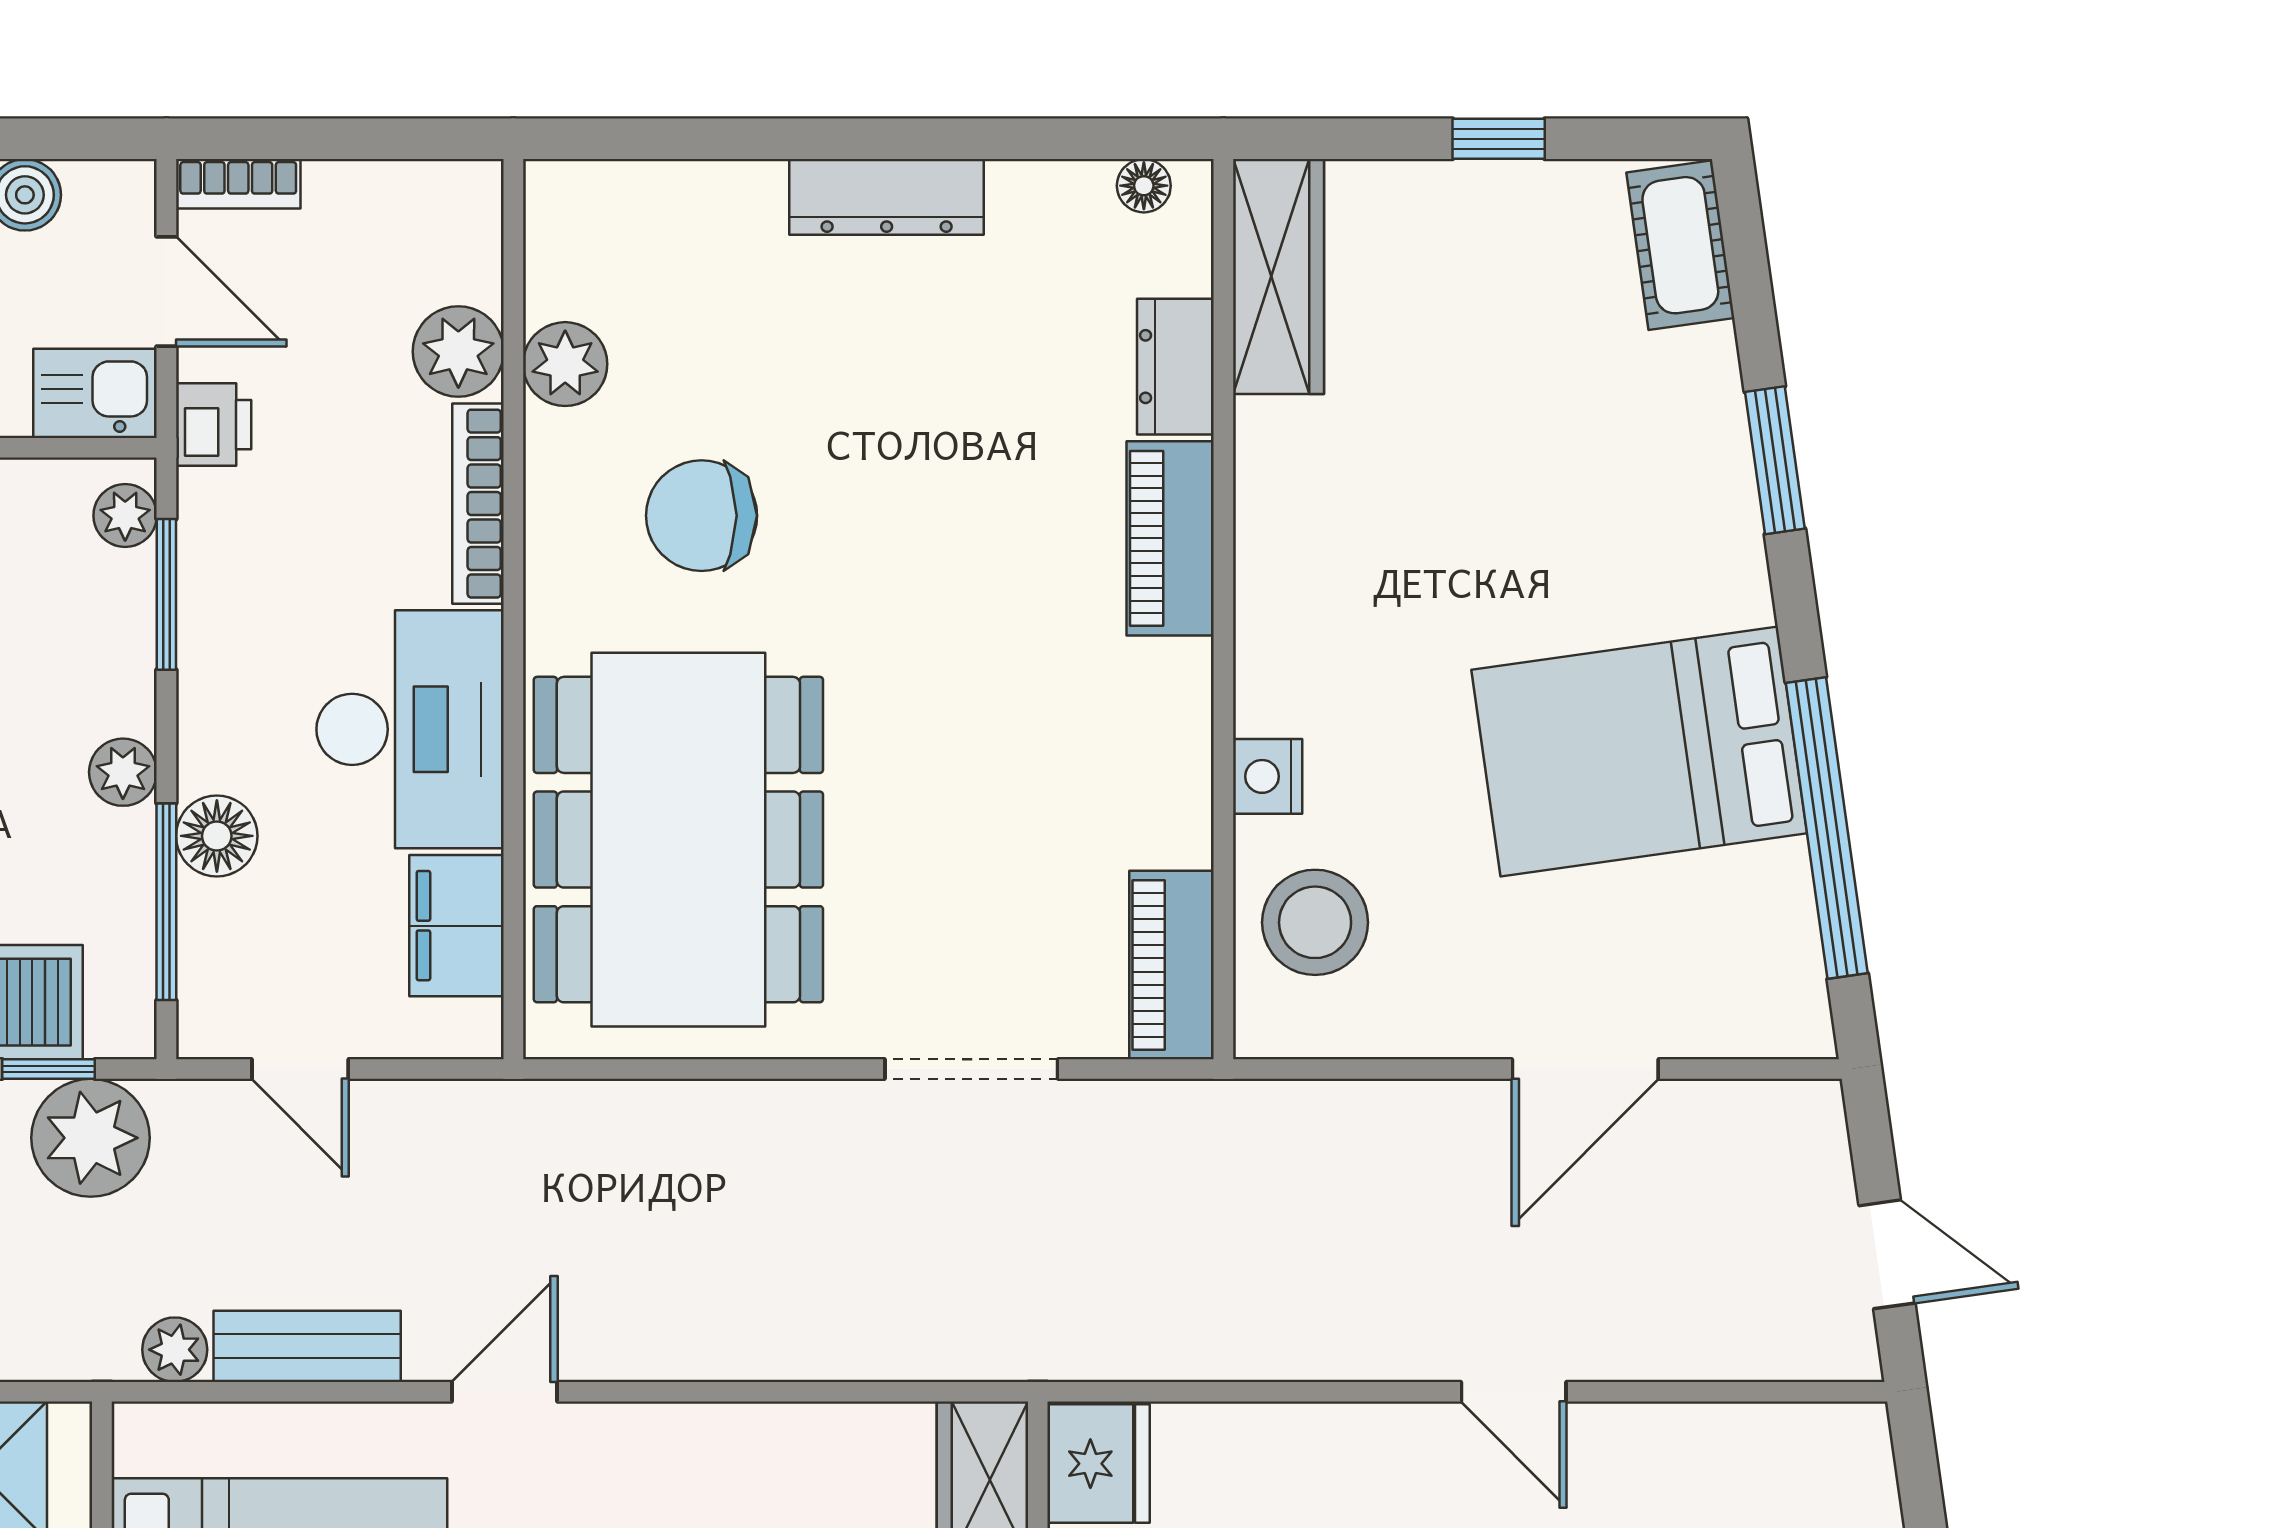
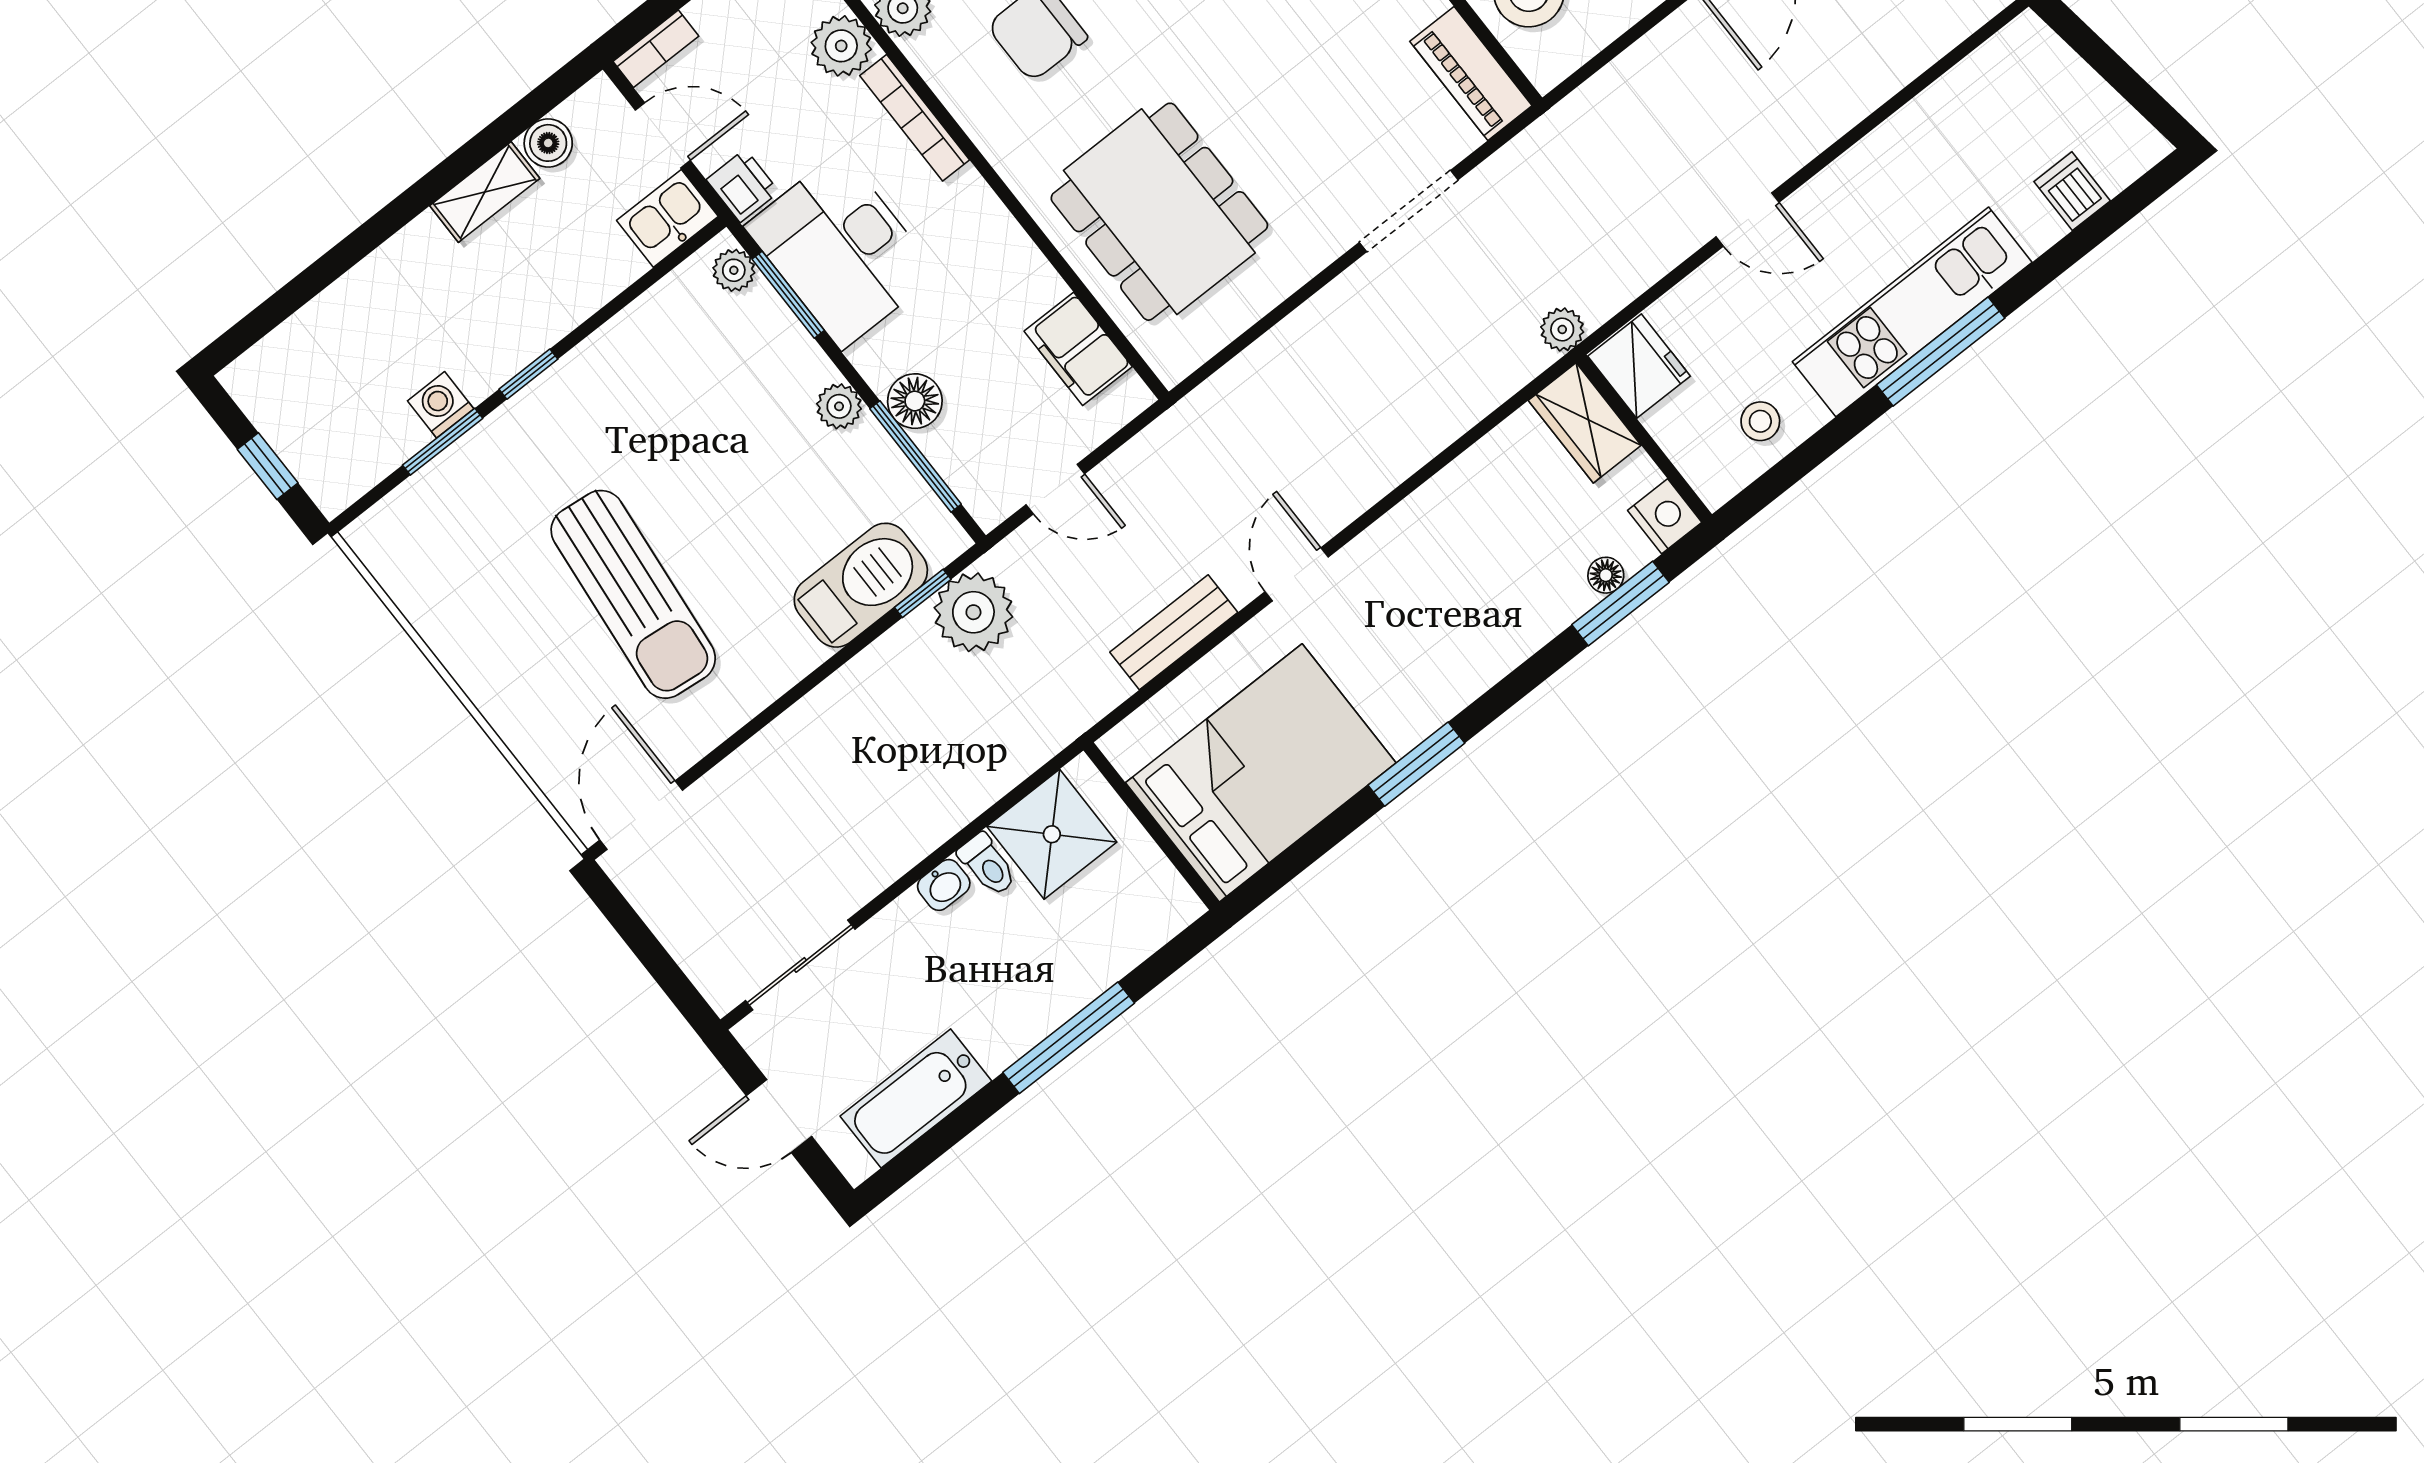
desk: (410, 729) -> (841, 250), moved, turned 180
dining table: (678, 840) -> (1159, 212), width x0.73, depth x0.80
plant: (175, 1350) -> (1562, 329), moved
door: (1514, 1392) -> (1748, 220), moved

